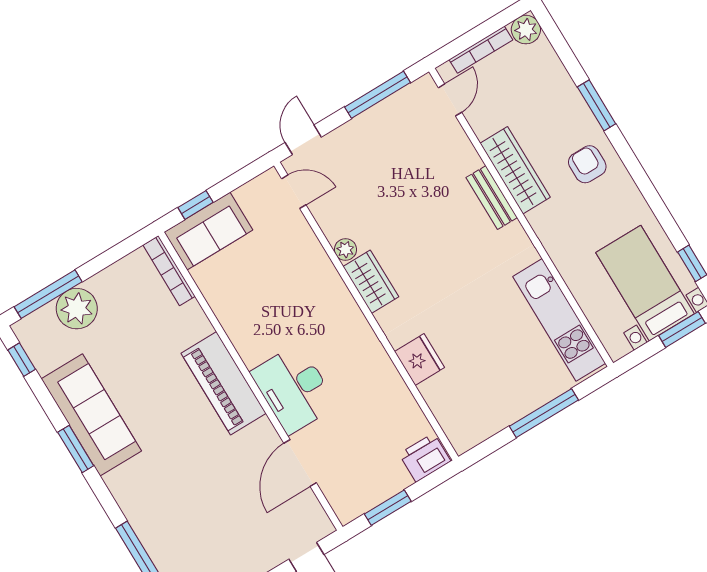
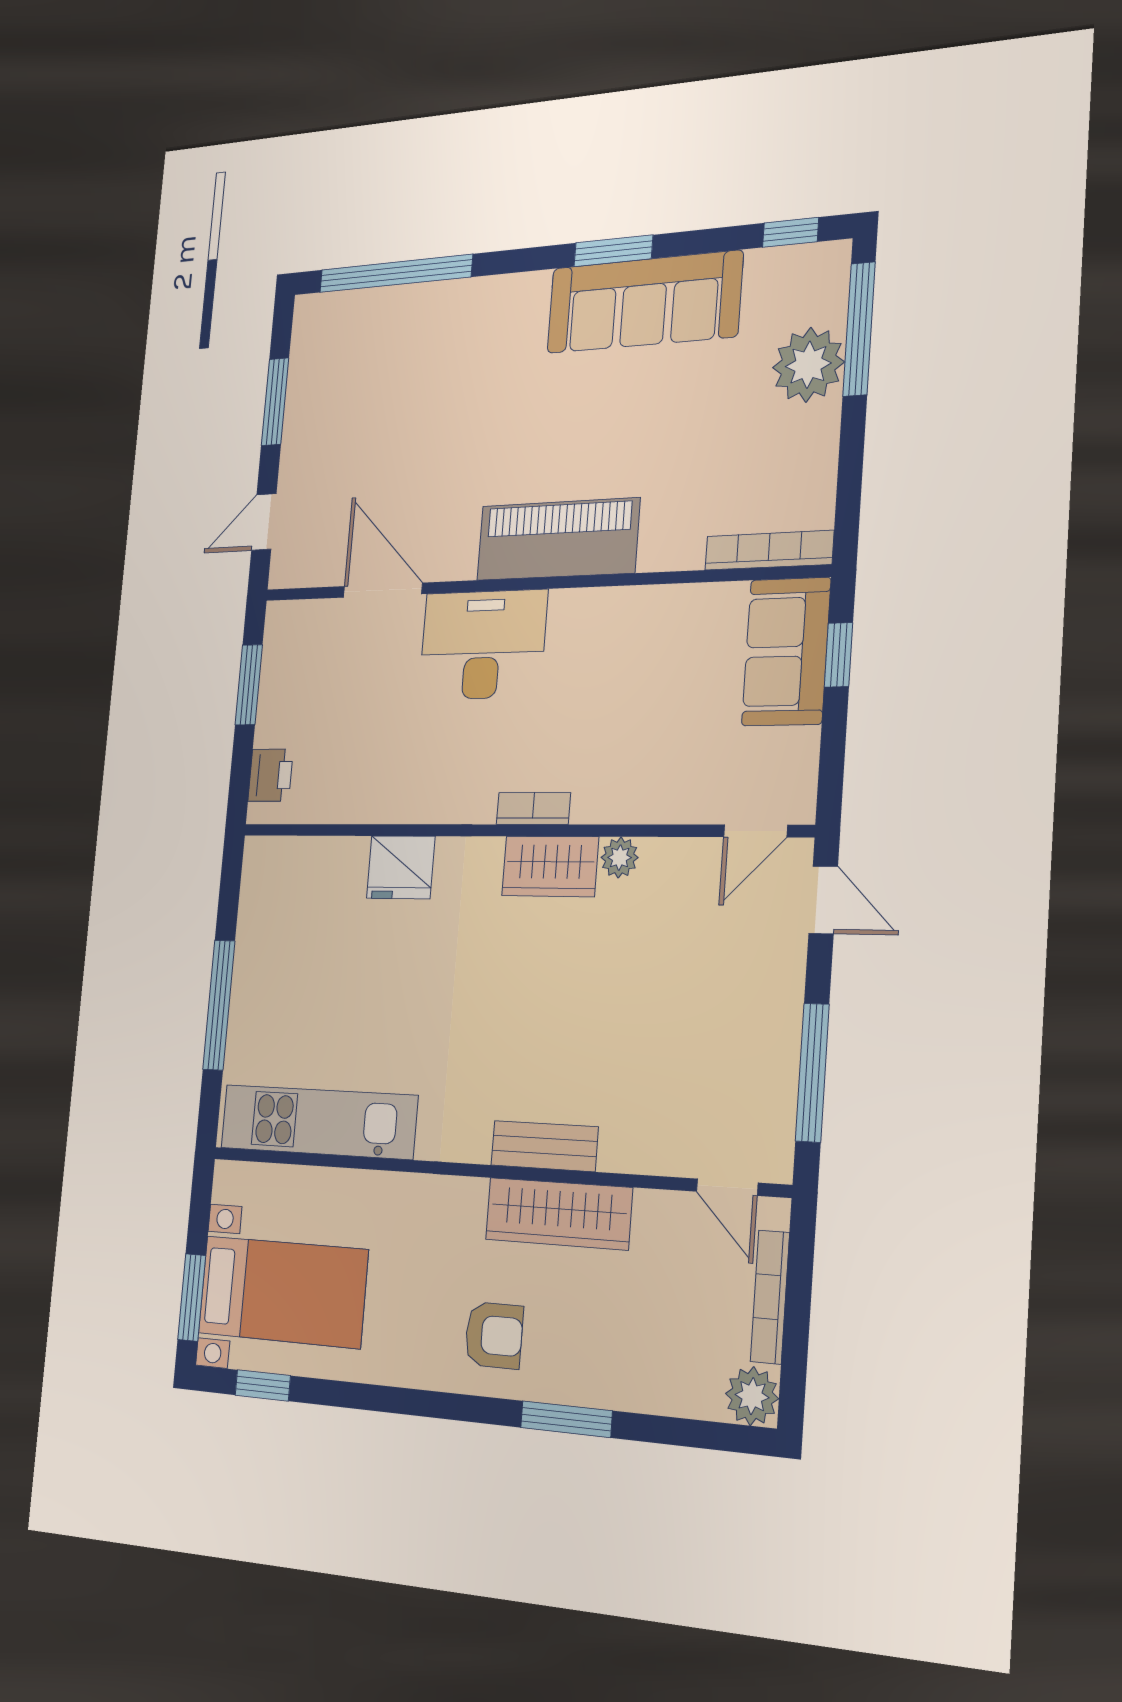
bookcase: (351, 309) -> (533, 808), added
printer: (425, 458) -> (271, 775), width x0.73, depth x0.81

